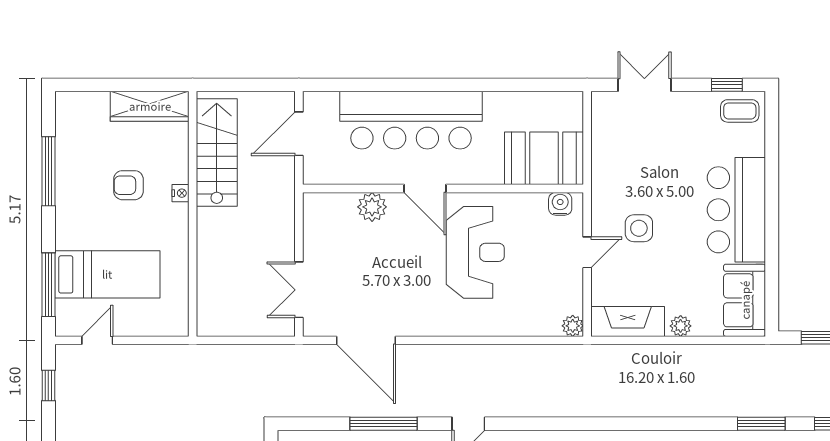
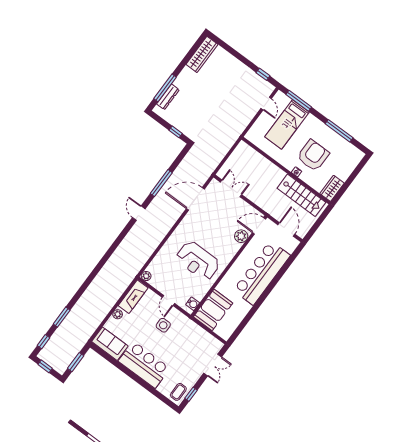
wardrobe: (150, 106) -> (332, 188), width x0.67
armchair: (128, 185) -> (313, 155), width x1.88, depth x1.88
door: (425, 189) -> (259, 226), moved

